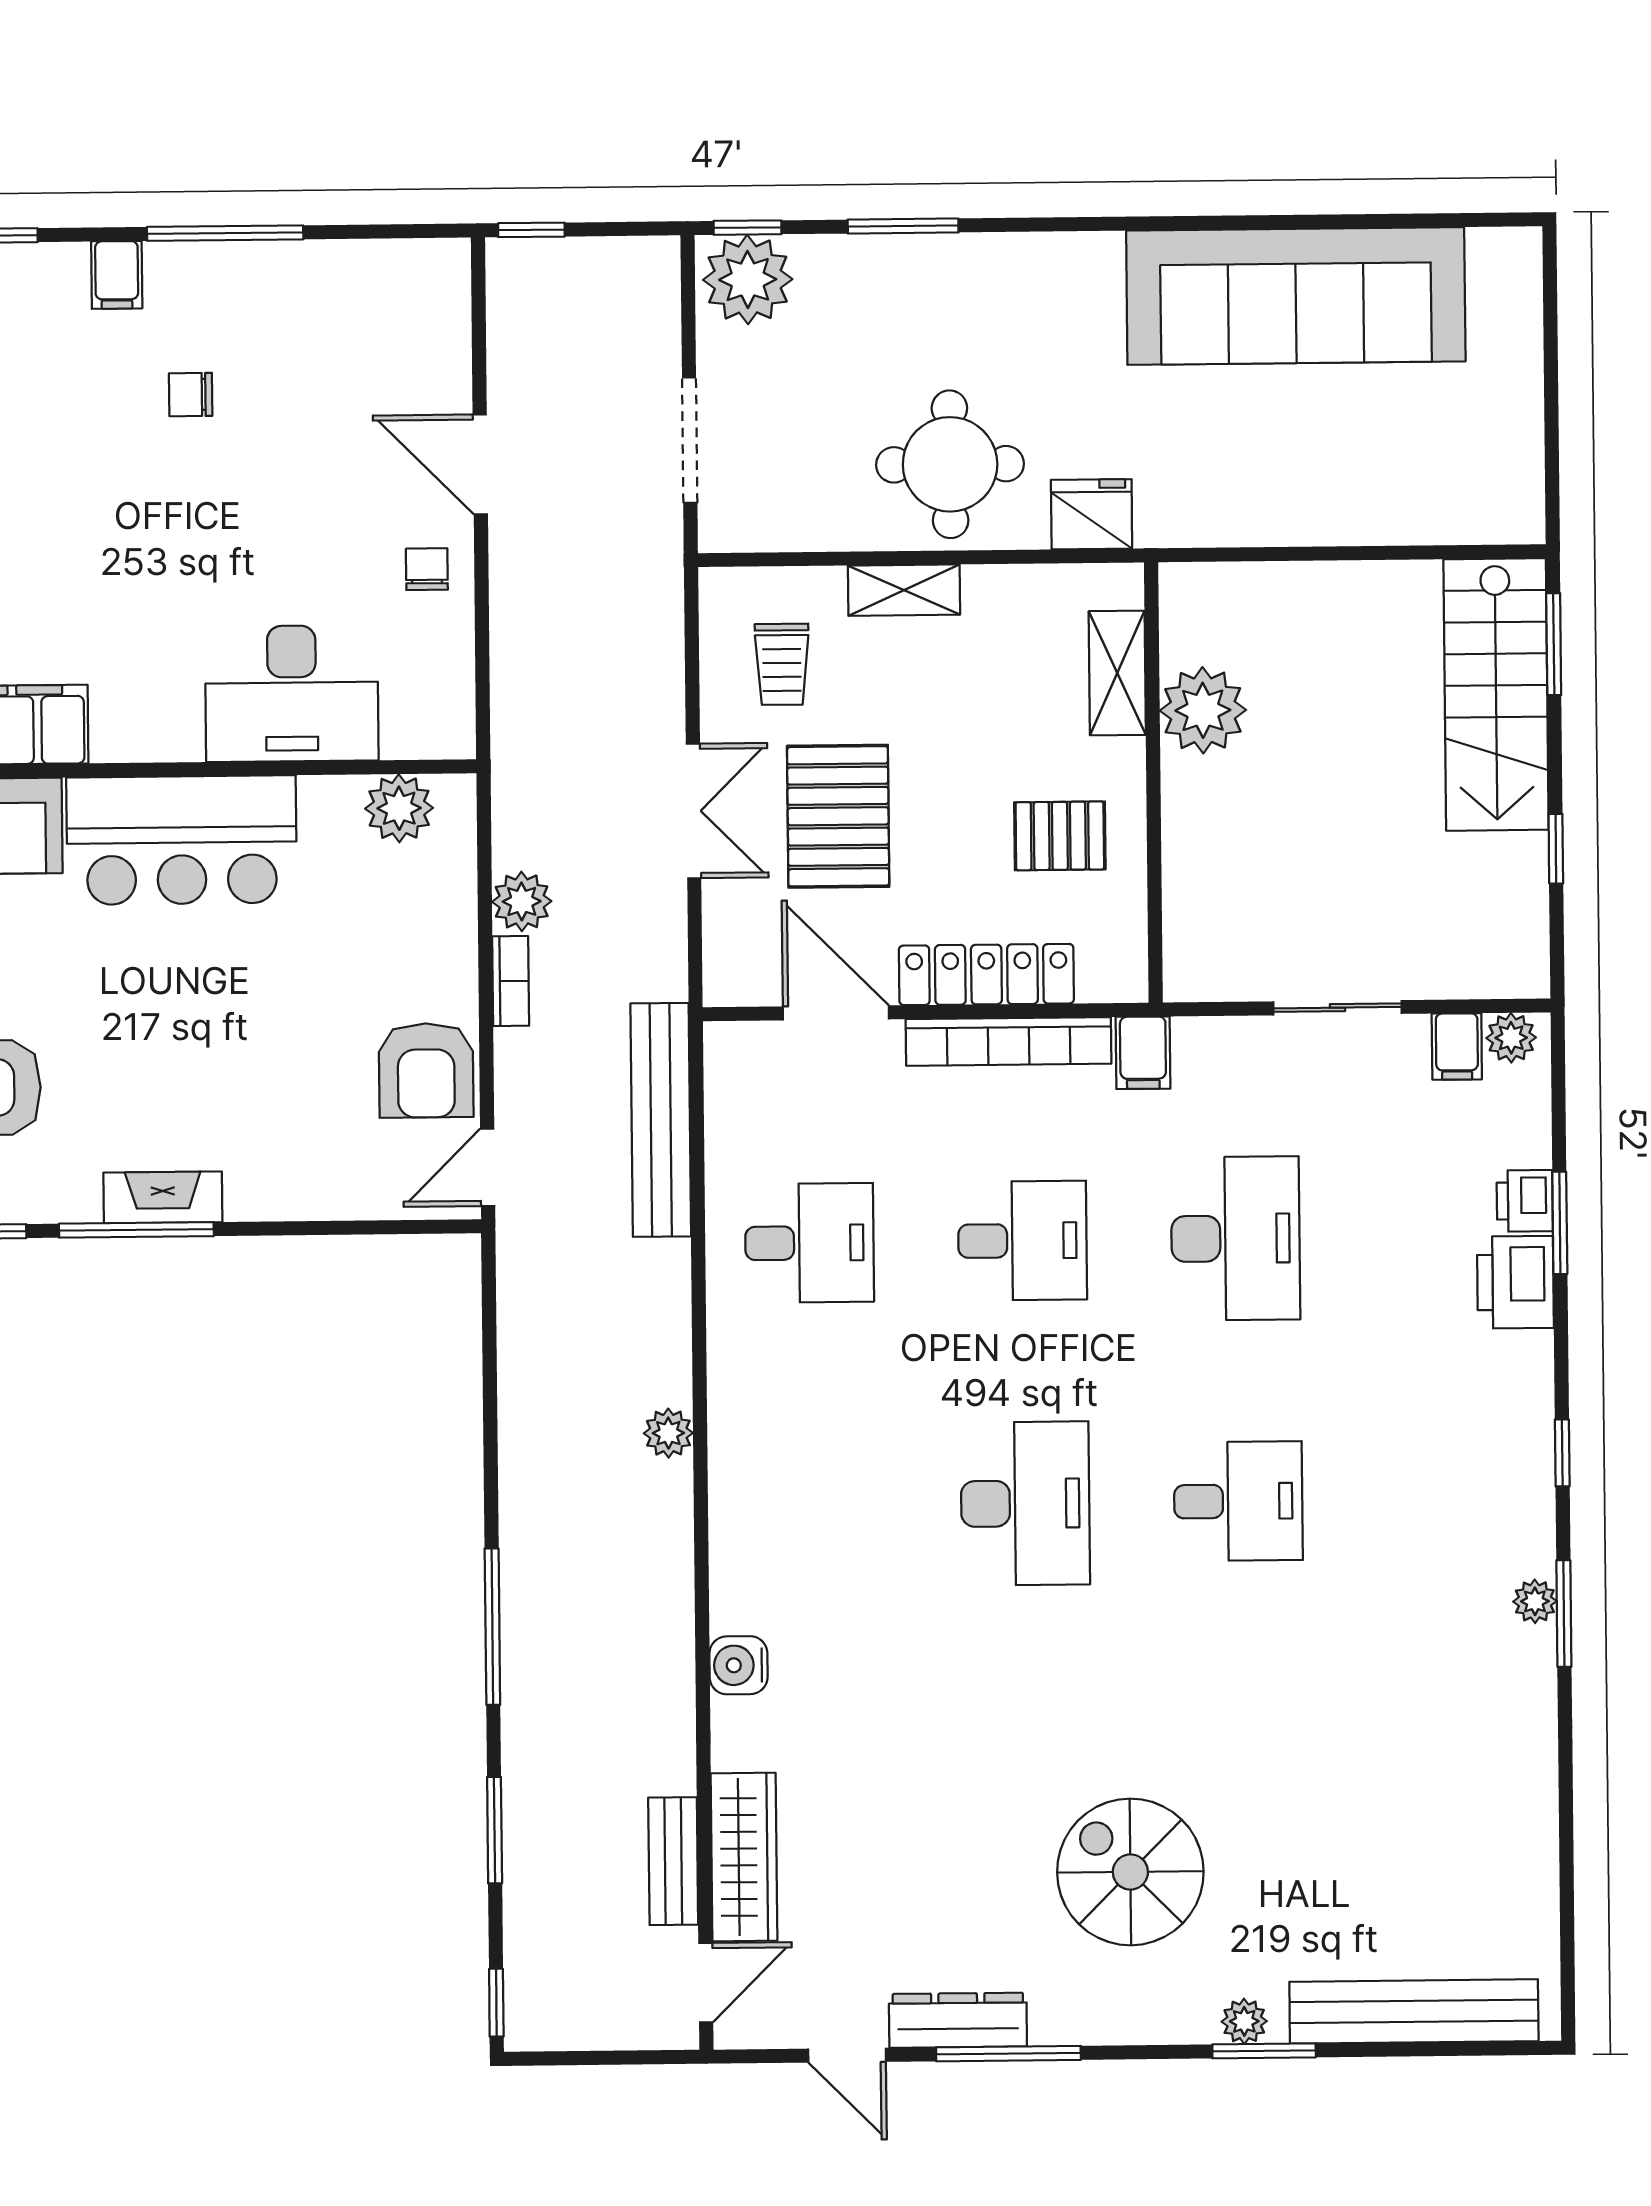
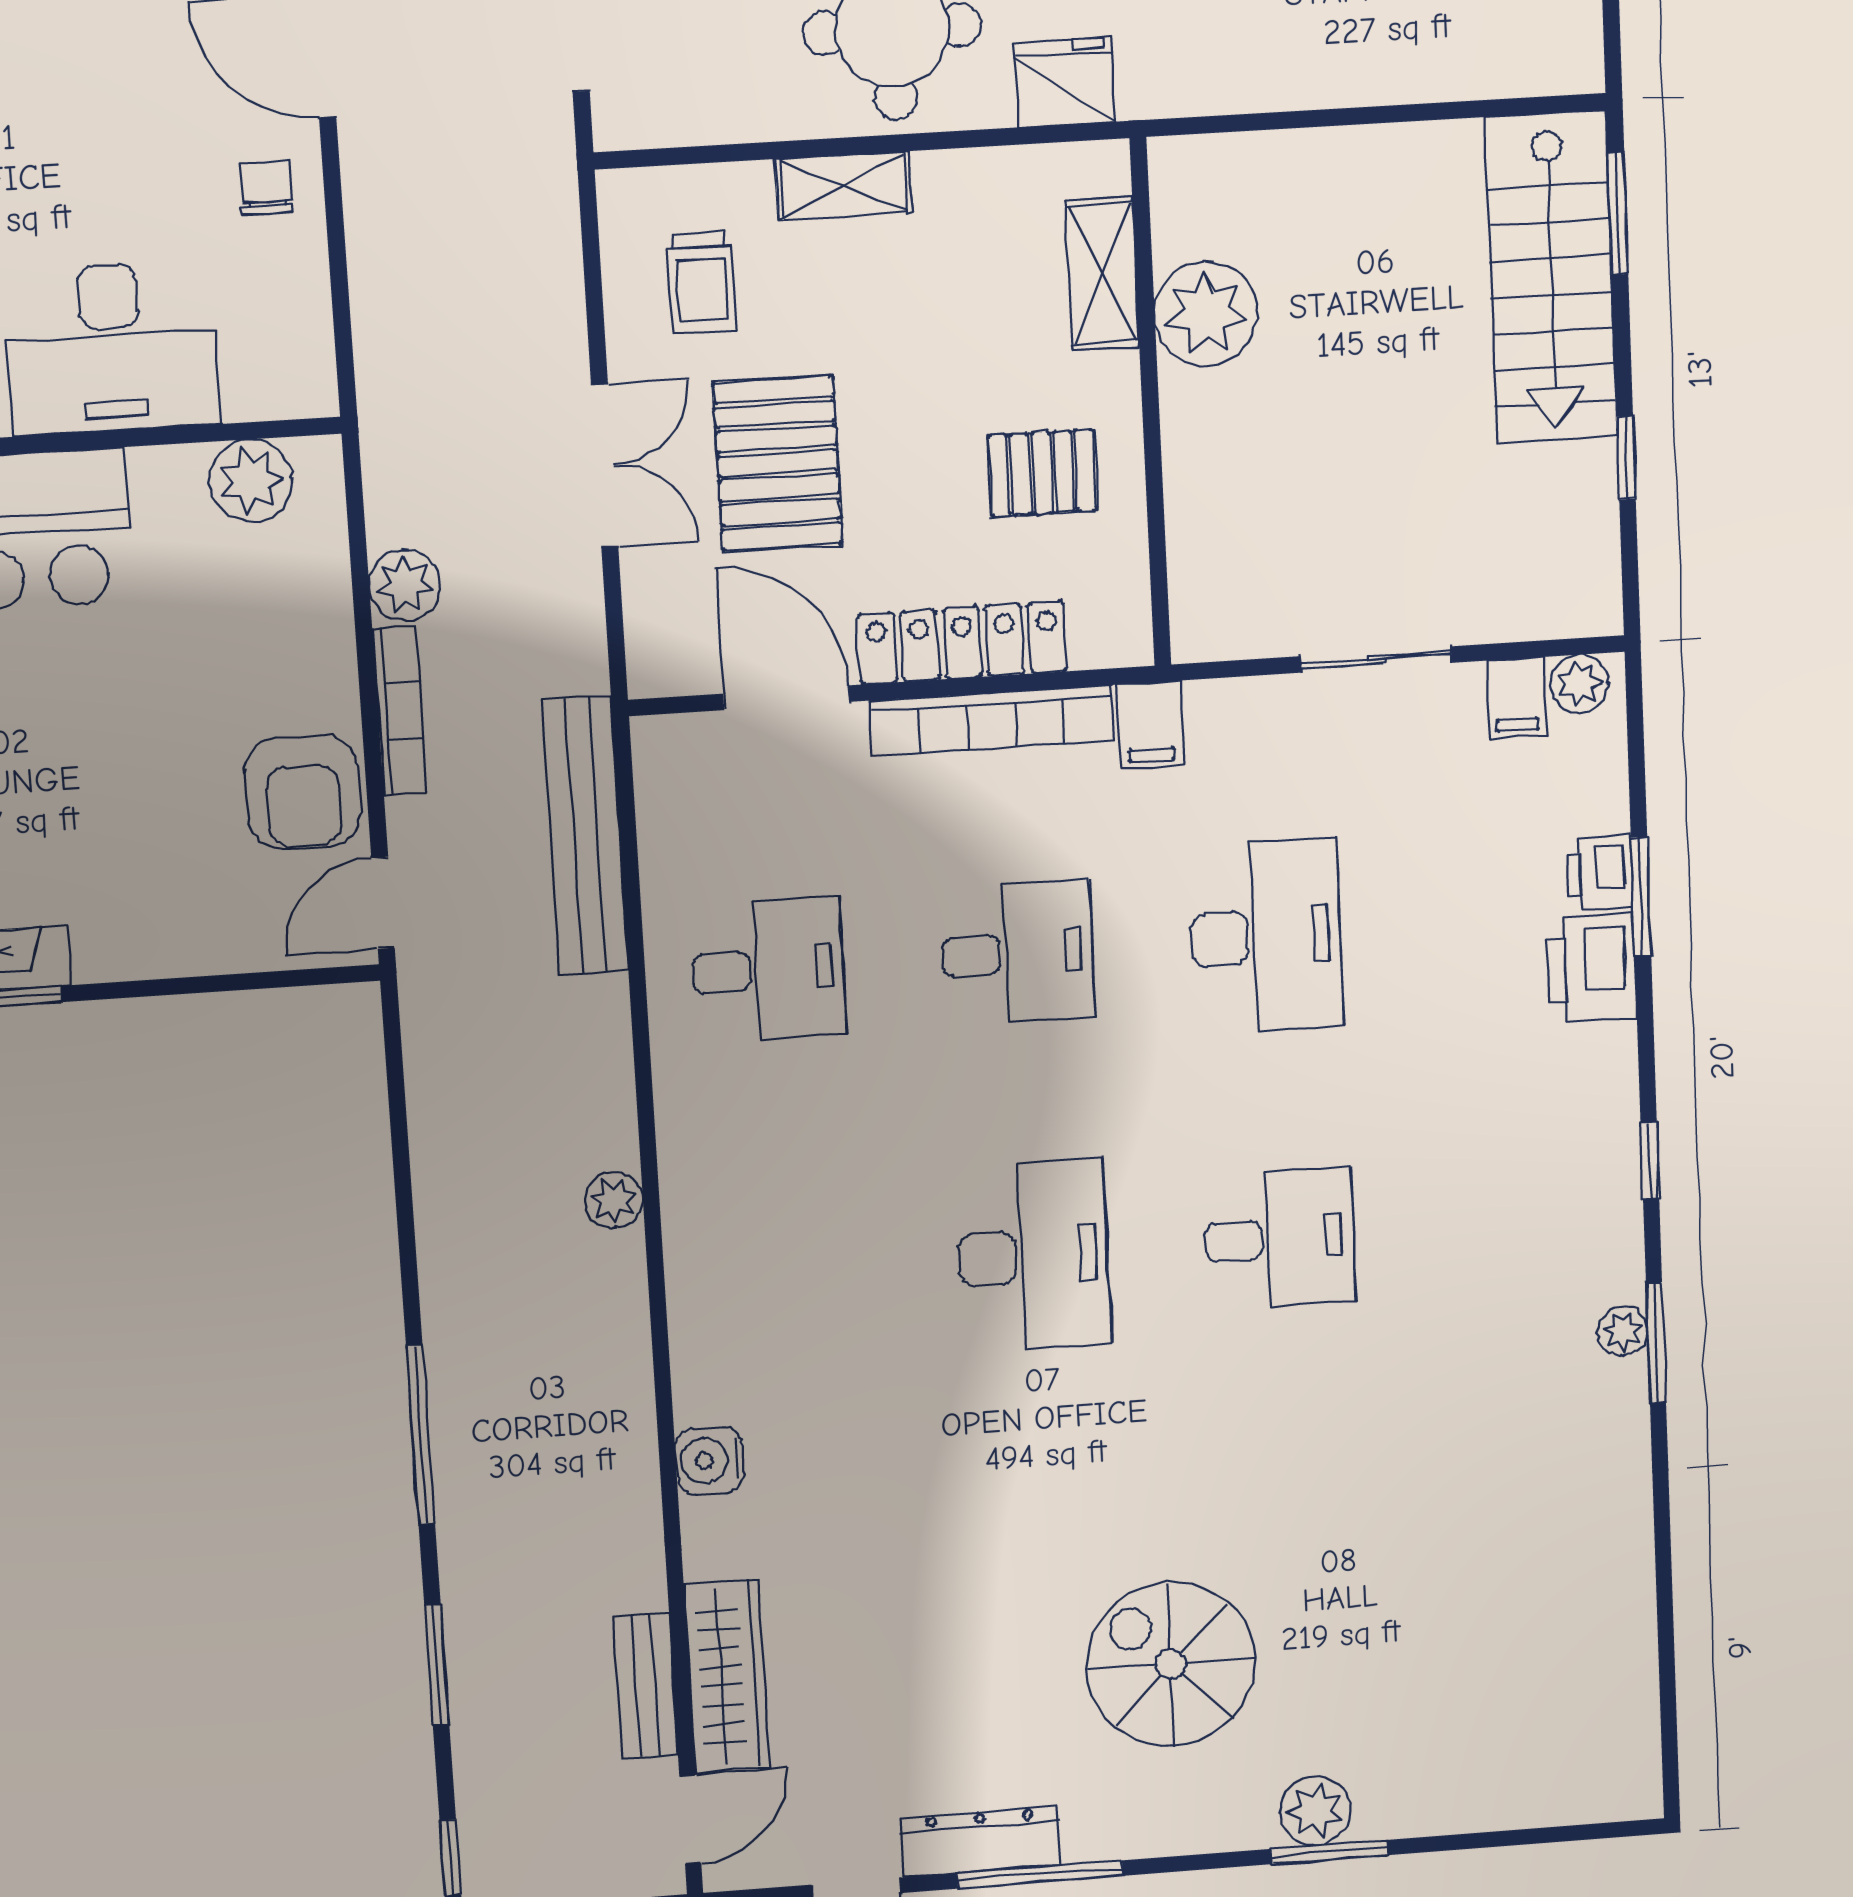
bookcase: (511, 981) -> (399, 711), width x1.56
bench: (1414, 2011) -> (1498, 1797), removed
plant: (1244, 2021) -> (1315, 1811), width x1.38, depth x1.38

